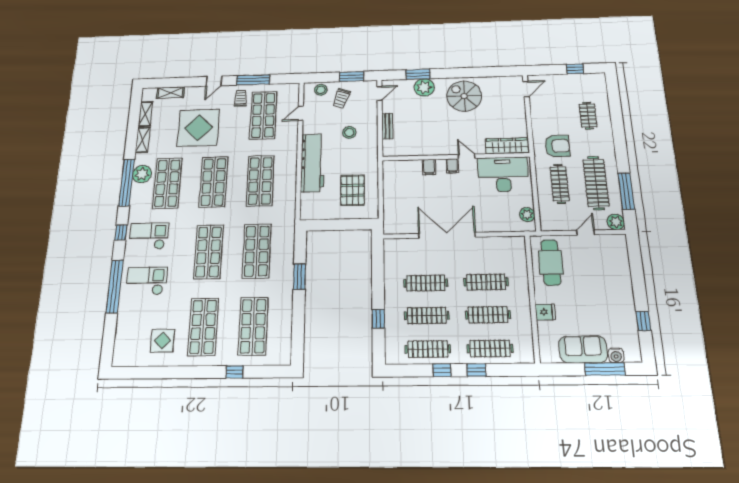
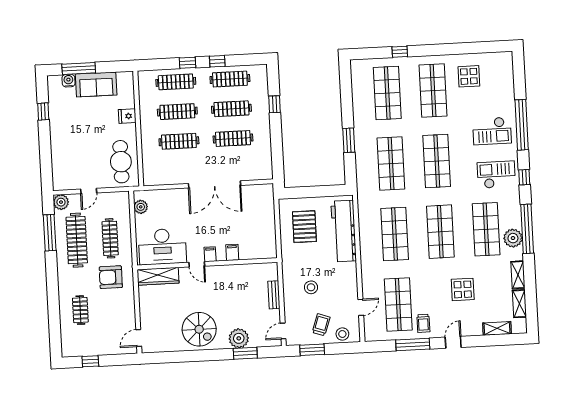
display table: (198, 128) -> (463, 289), width x0.54, depth x0.54
workbench: (313, 163) -> (344, 231), moved
checkout: (149, 236) -> (496, 175), turned 180

